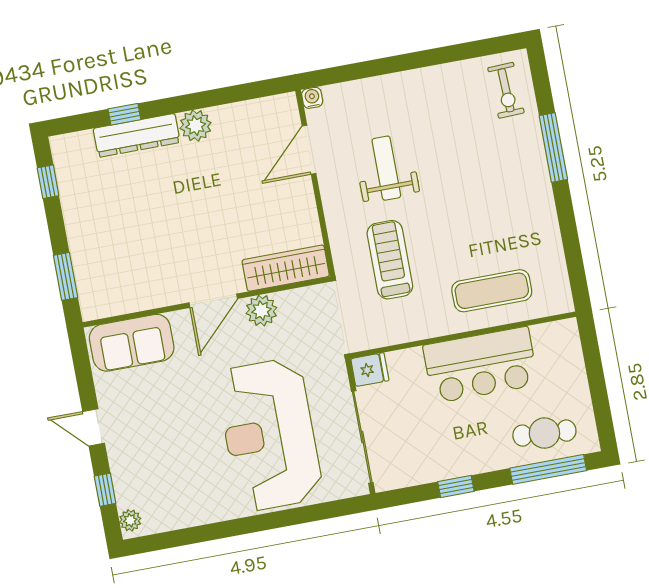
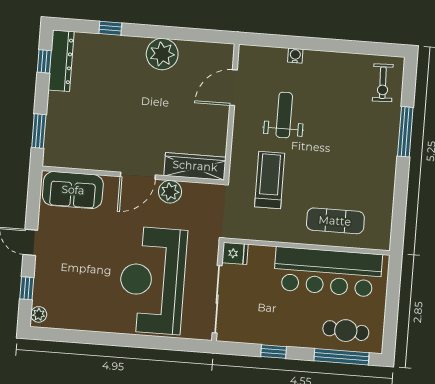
water cooler: (312, 98) -> (295, 56), moved
plant: (196, 126) -> (162, 54), width x1.36, depth x1.36
dresser: (137, 135) -> (61, 61), moved, turned -90
bar counter: (481, 365) -> (328, 272), width x1.36

